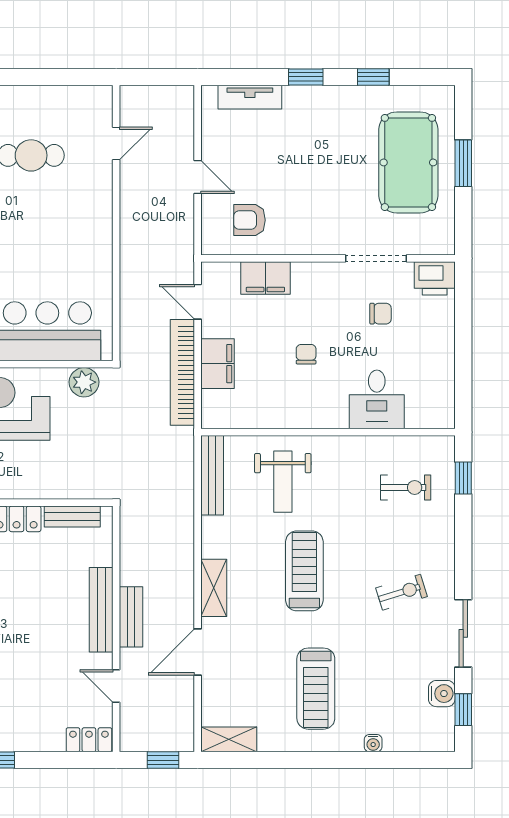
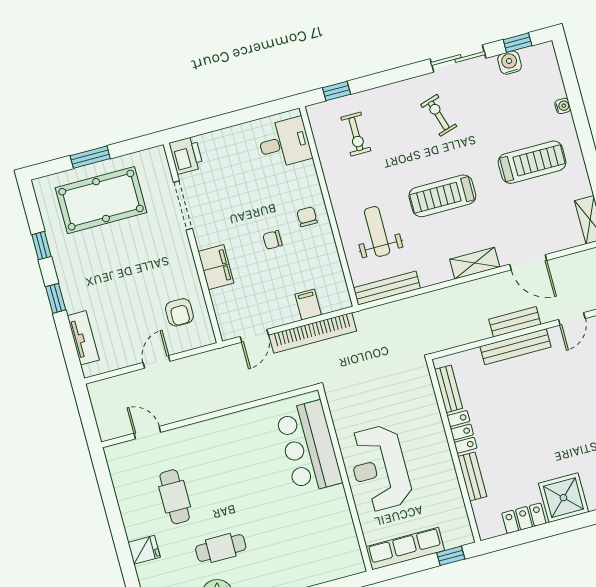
filing cabinet: (265, 278) -> (216, 267), moved
chair: (381, 314) -> (307, 217), moved
filing cabinet: (218, 364) -> (308, 305), width x0.50
plant: (84, 382) -> (341, 408), removed
desk: (377, 399) -> (284, 143), moved
weight bench: (283, 482) -> (377, 231), turned -90
exercise bike: (406, 487) -> (356, 134), turned 180

